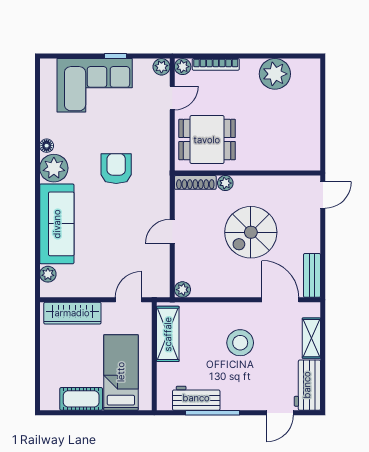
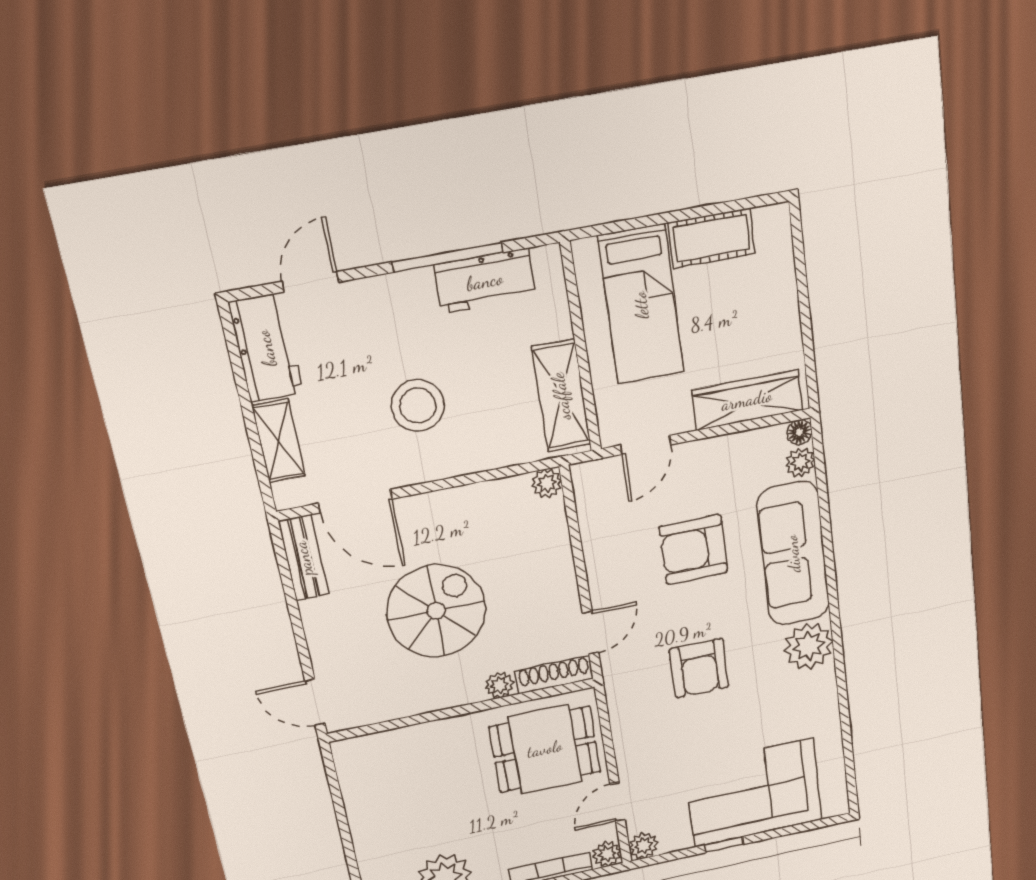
floor lamp: (47, 146) -> (800, 432), moved
door: (323, 195) -> (315, 702), hinge flipped
door: (172, 232) -> (590, 633), moved
armchair: (111, 238) -> (694, 550), added

